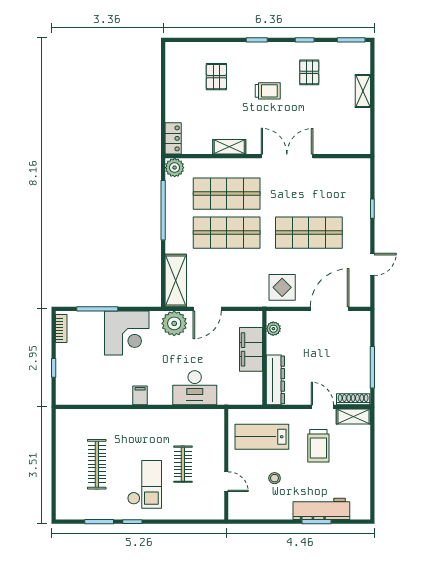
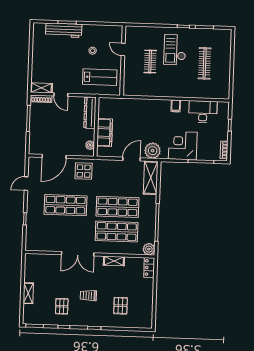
desk: (195, 388) -> (203, 112), moved
trolley: (318, 446) -> (64, 70), removed

